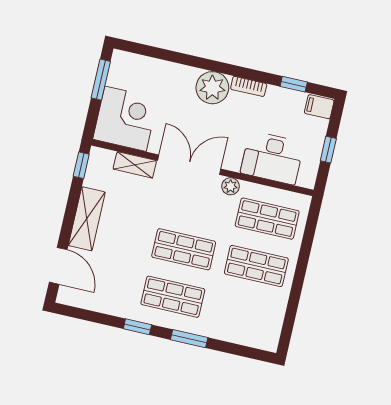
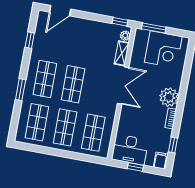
window: (101, 80) -> (154, 28), moved
corner desk: (125, 119) -> (163, 49), moved
desk: (272, 158) -> (130, 150), moved, turned -90
plant: (230, 186) -> (125, 36), moved
shelving: (87, 219) -> (89, 26), removed
shop shelf: (245, 313) -> (37, 122), added
window: (137, 327) -> (30, 40), moved

